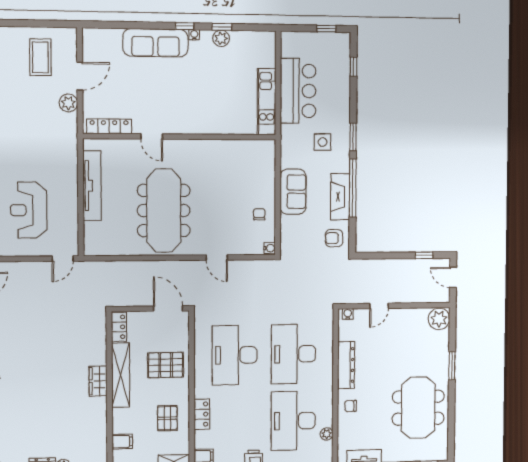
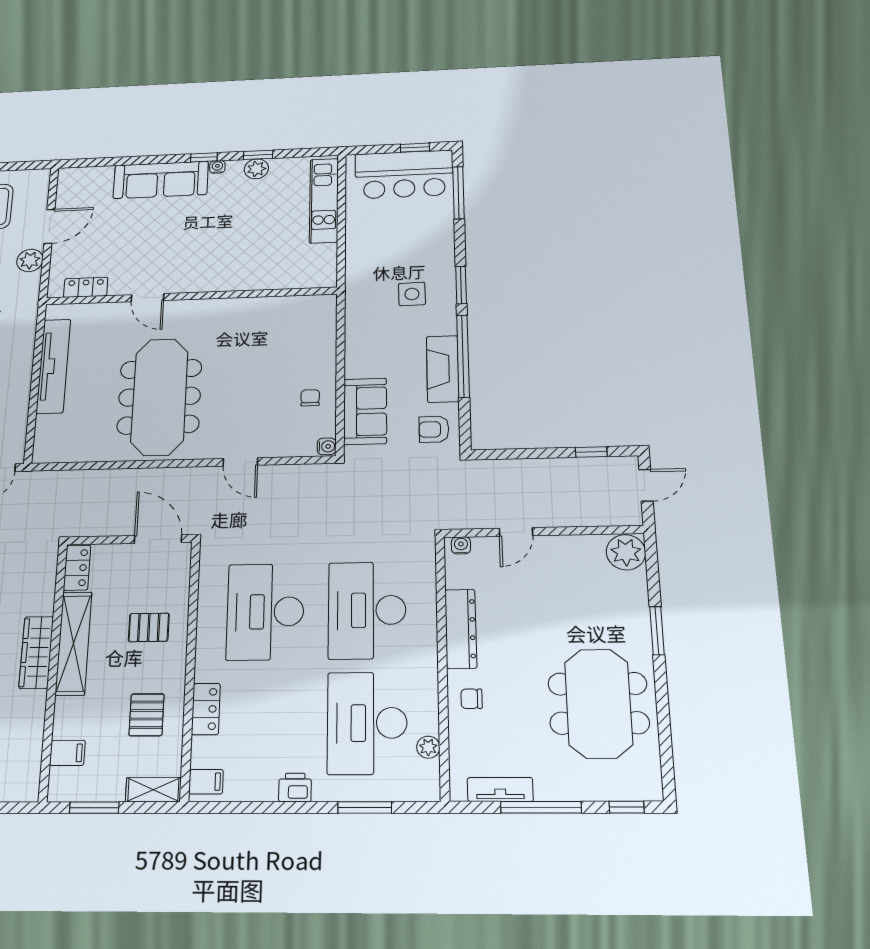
window: (354, 67) -> (458, 193), width x2.17
bar counter: (298, 91) -> (404, 174), moved, turned 90
kitchen unit: (266, 102) -> (324, 200), moved
locker: (109, 126) -> (86, 287), width x0.66
sofa: (293, 192) -> (365, 411), moved
door: (453, 277) -> (646, 485), swing flipped
pallet: (166, 365) -> (149, 627), width x0.67, depth x0.71
wardrobe: (98, 381) -> (36, 652), width x1.50

